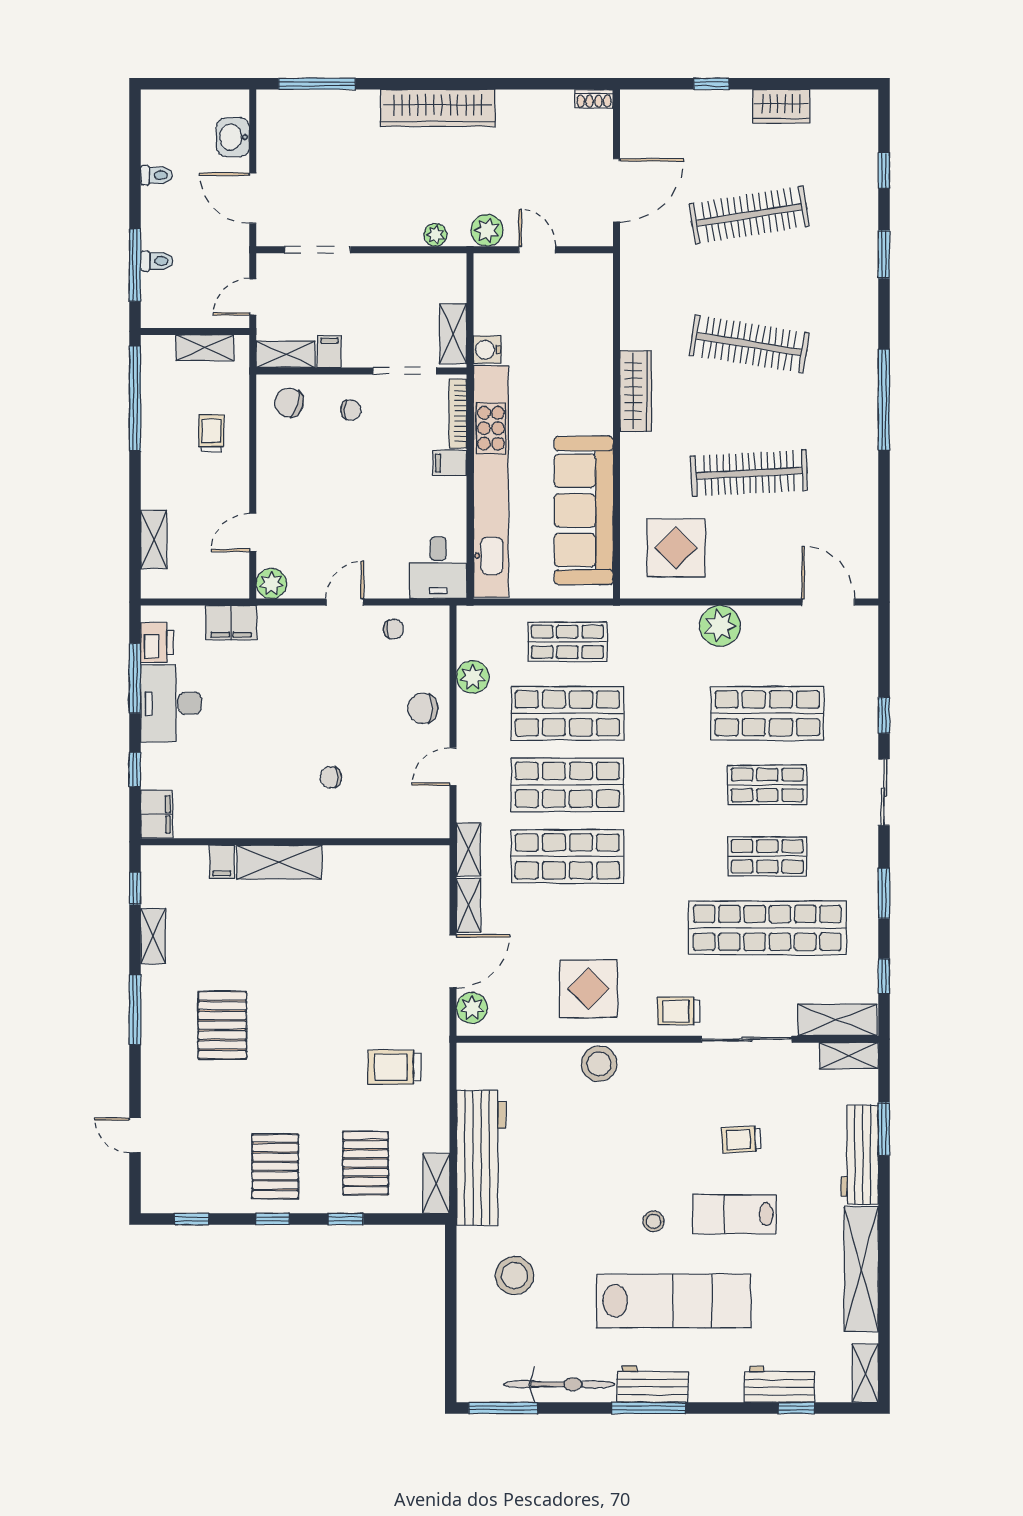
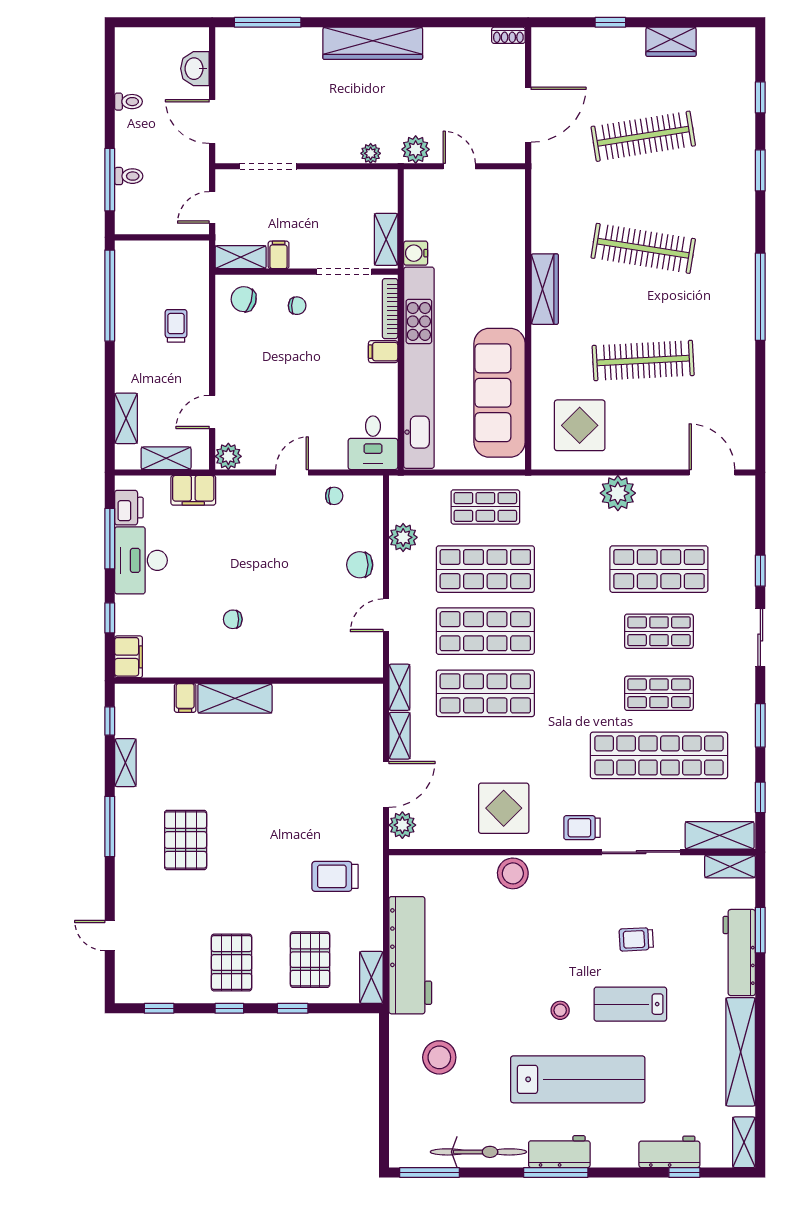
shelving: (205, 348) -> (166, 458), moved
chair: (331, 777) -> (233, 619), moved

